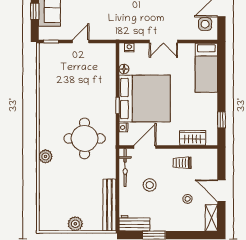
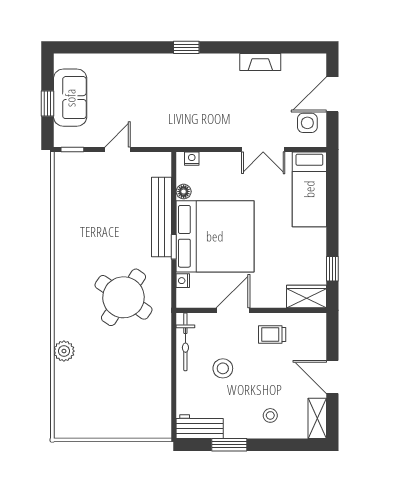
double door: (163, 42) -> (263, 149), moved
round table: (85, 138) -> (123, 297), turned 34
wardrobe: (193, 138) -> (306, 296), moved
door: (145, 147) -> (233, 310), moved
plant: (45, 156) -> (64, 351), moved
stool: (188, 199) -> (270, 415), moved
bench: (109, 205) -> (161, 217), moved
plant: (75, 224) -> (109, 427), removed

